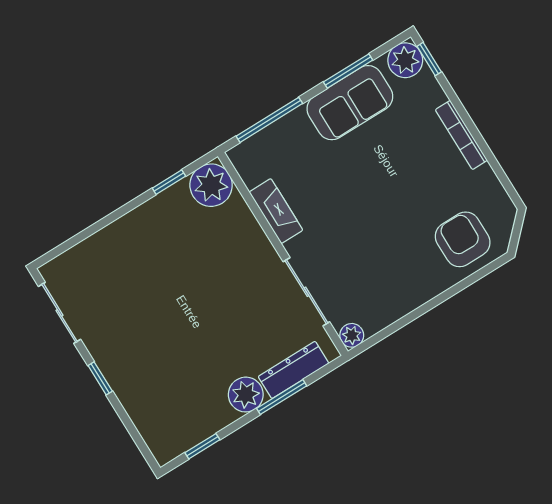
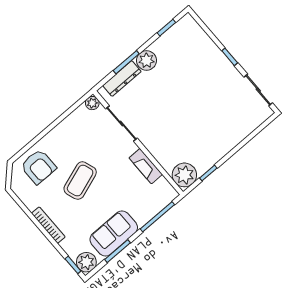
coffee table: (394, 204) -> (80, 181), added

